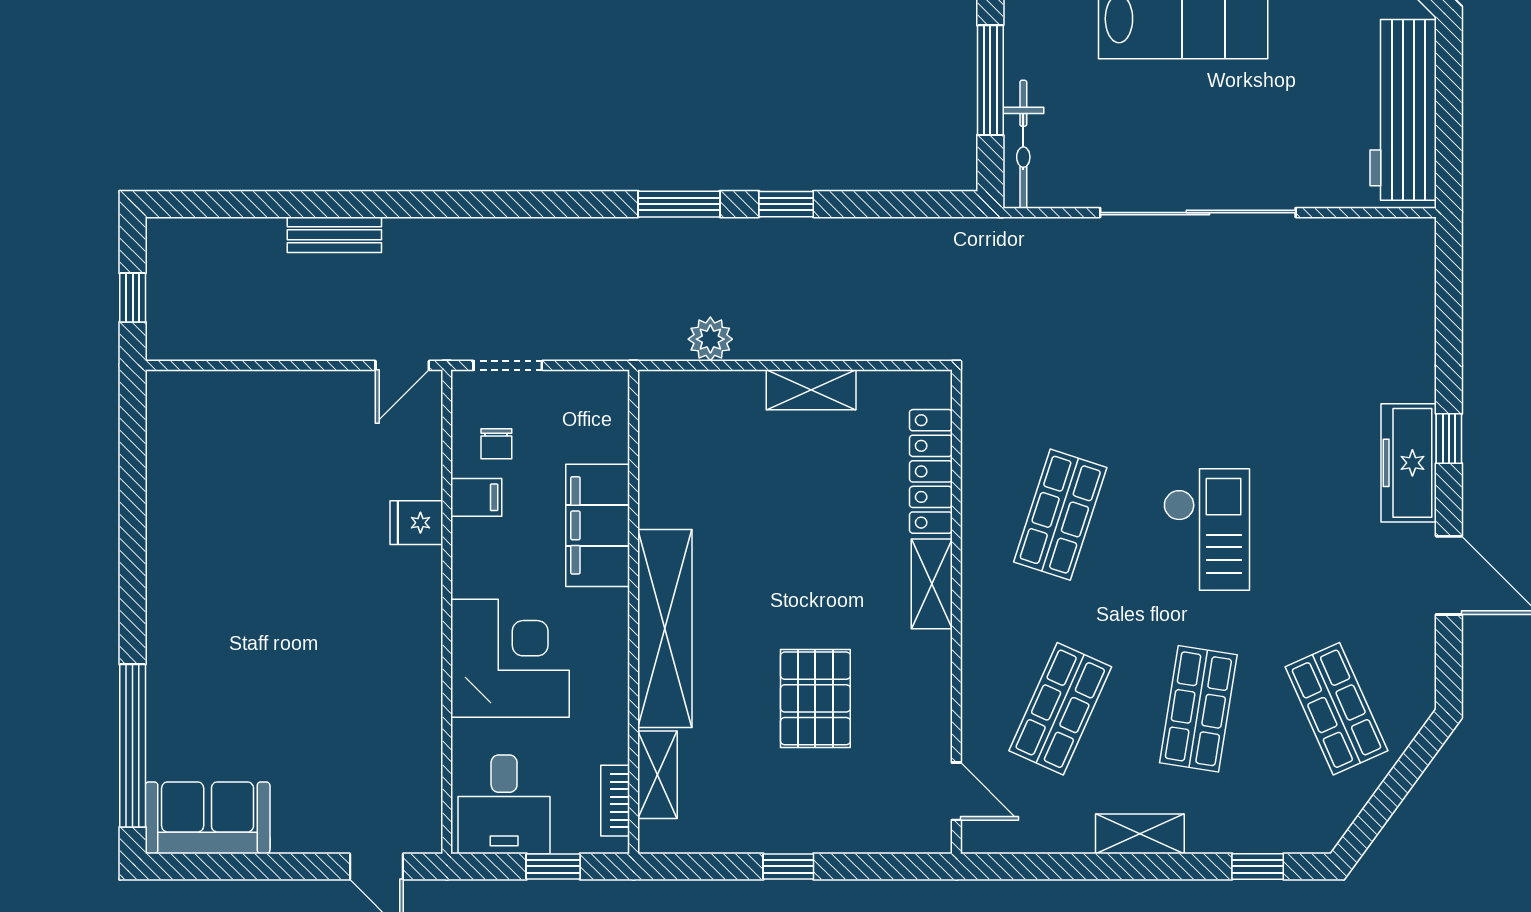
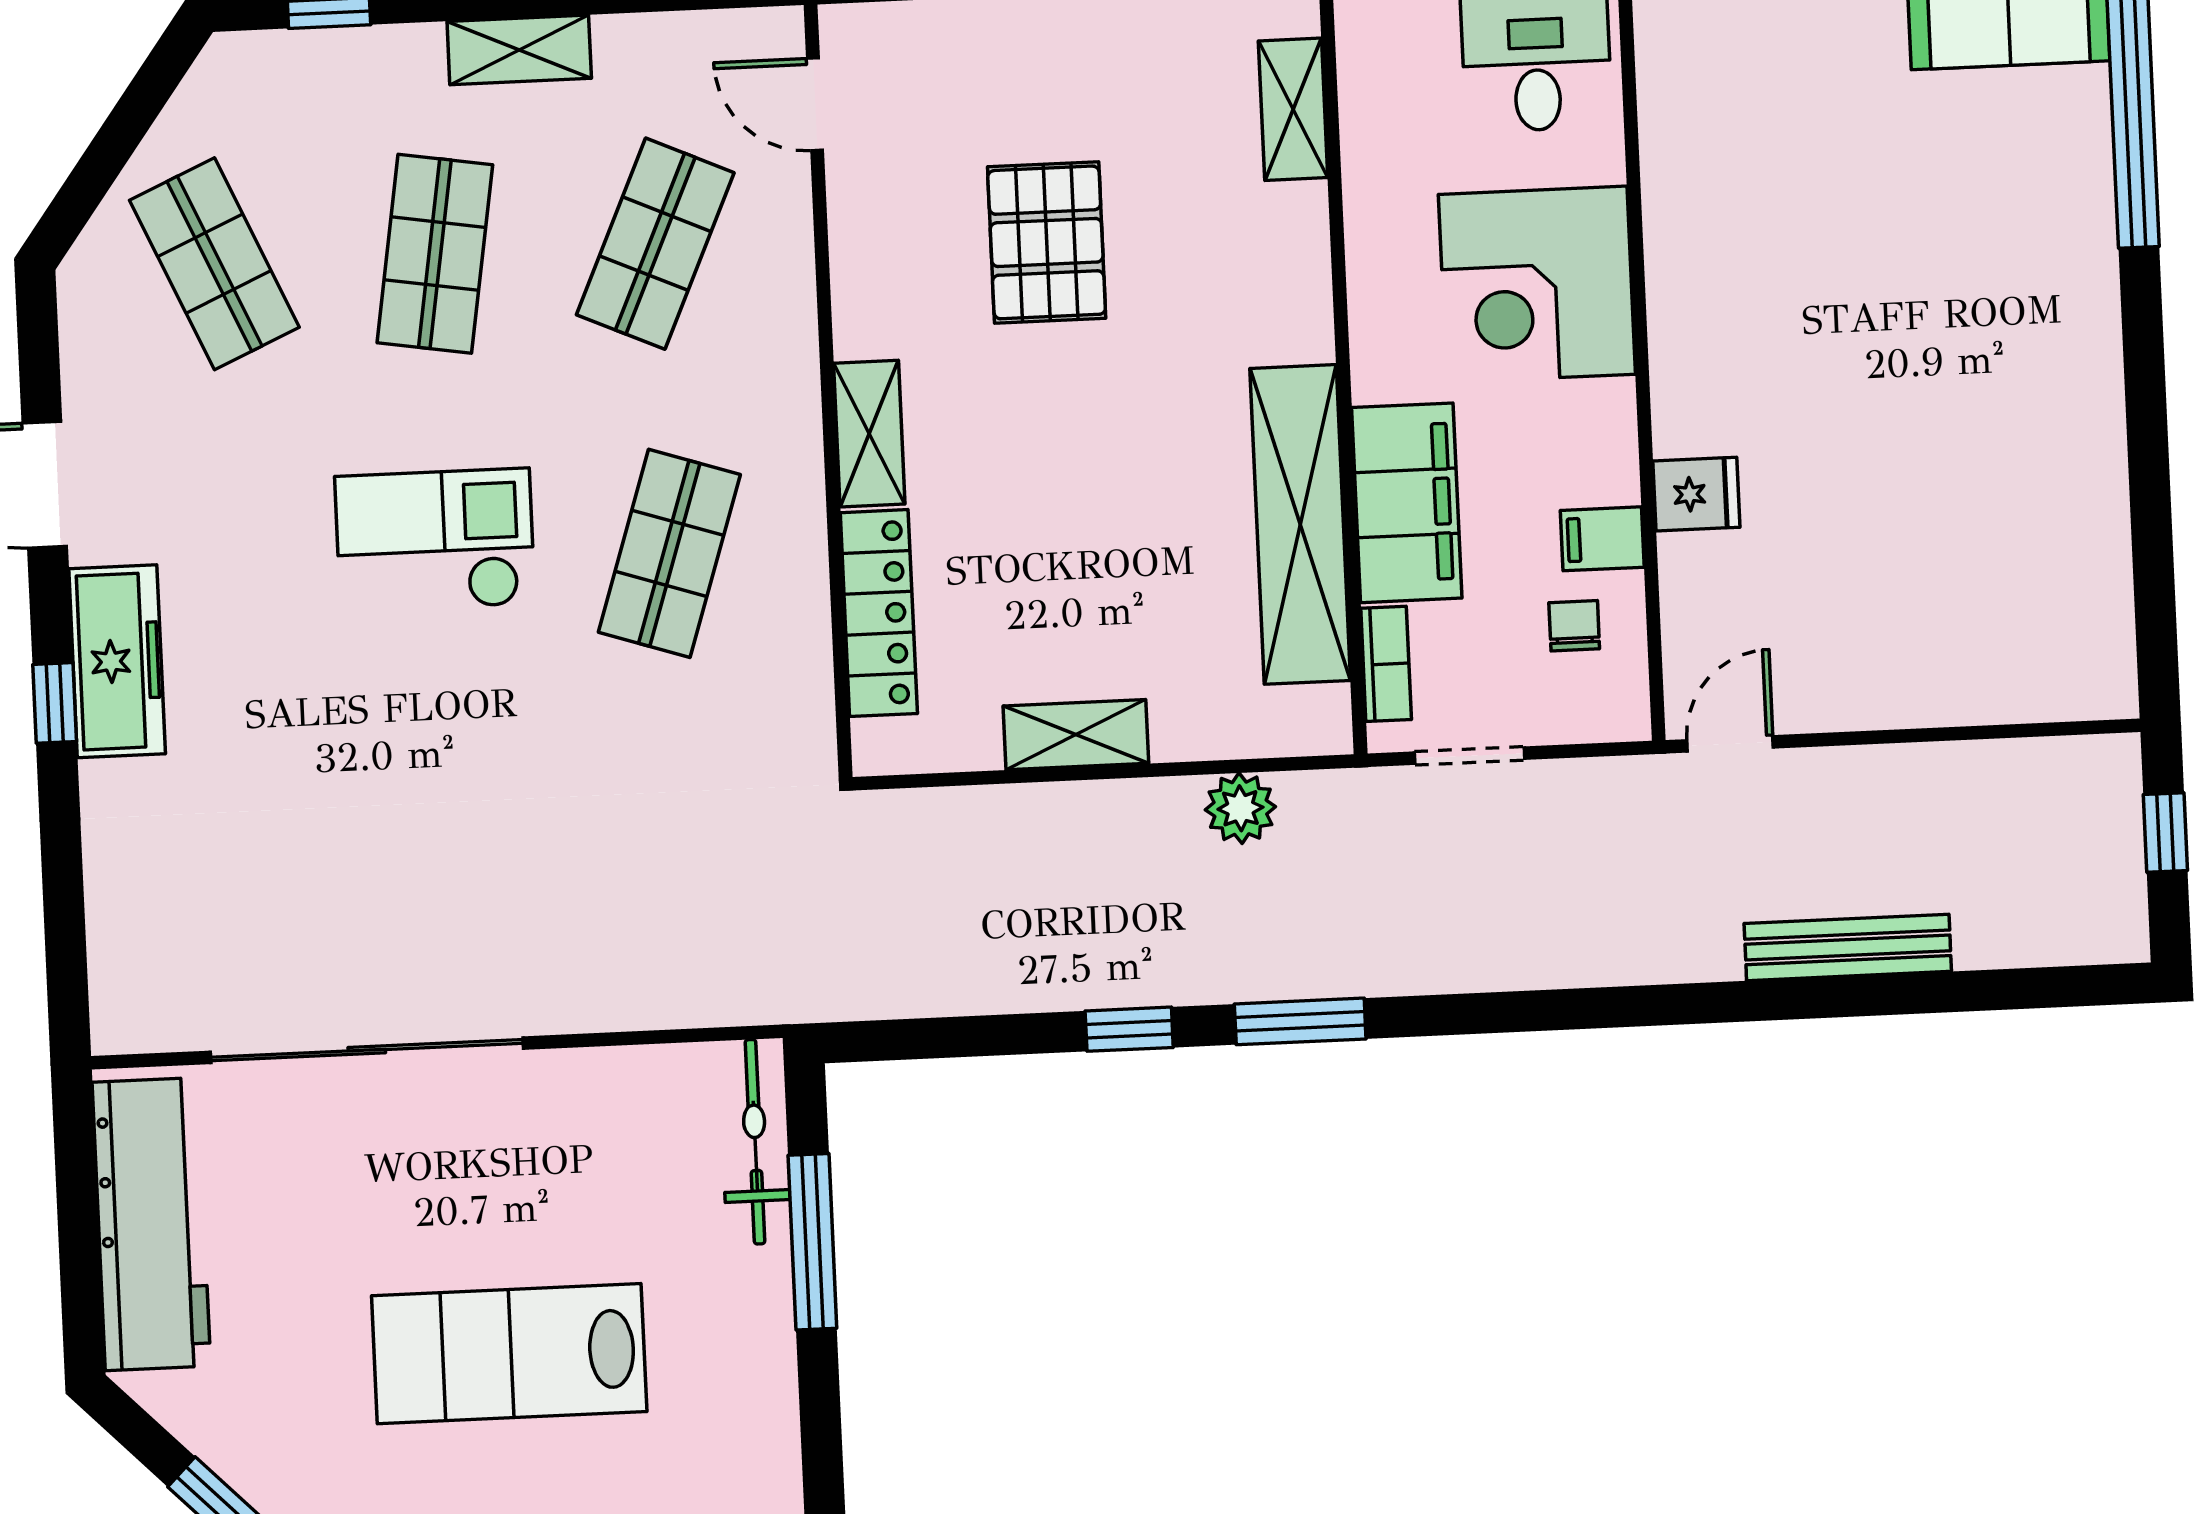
sliding door: (1198, 213) -> (367, 1050), moved
bench: (334, 235) -> (1848, 947), width x1.36
doorway: (508, 365) -> (1470, 756), moved
checkout: (1206, 529) -> (435, 540), turned 90
shelving: (665, 628) -> (1300, 524), moved
bookcase: (615, 801) -> (1386, 664), moved

